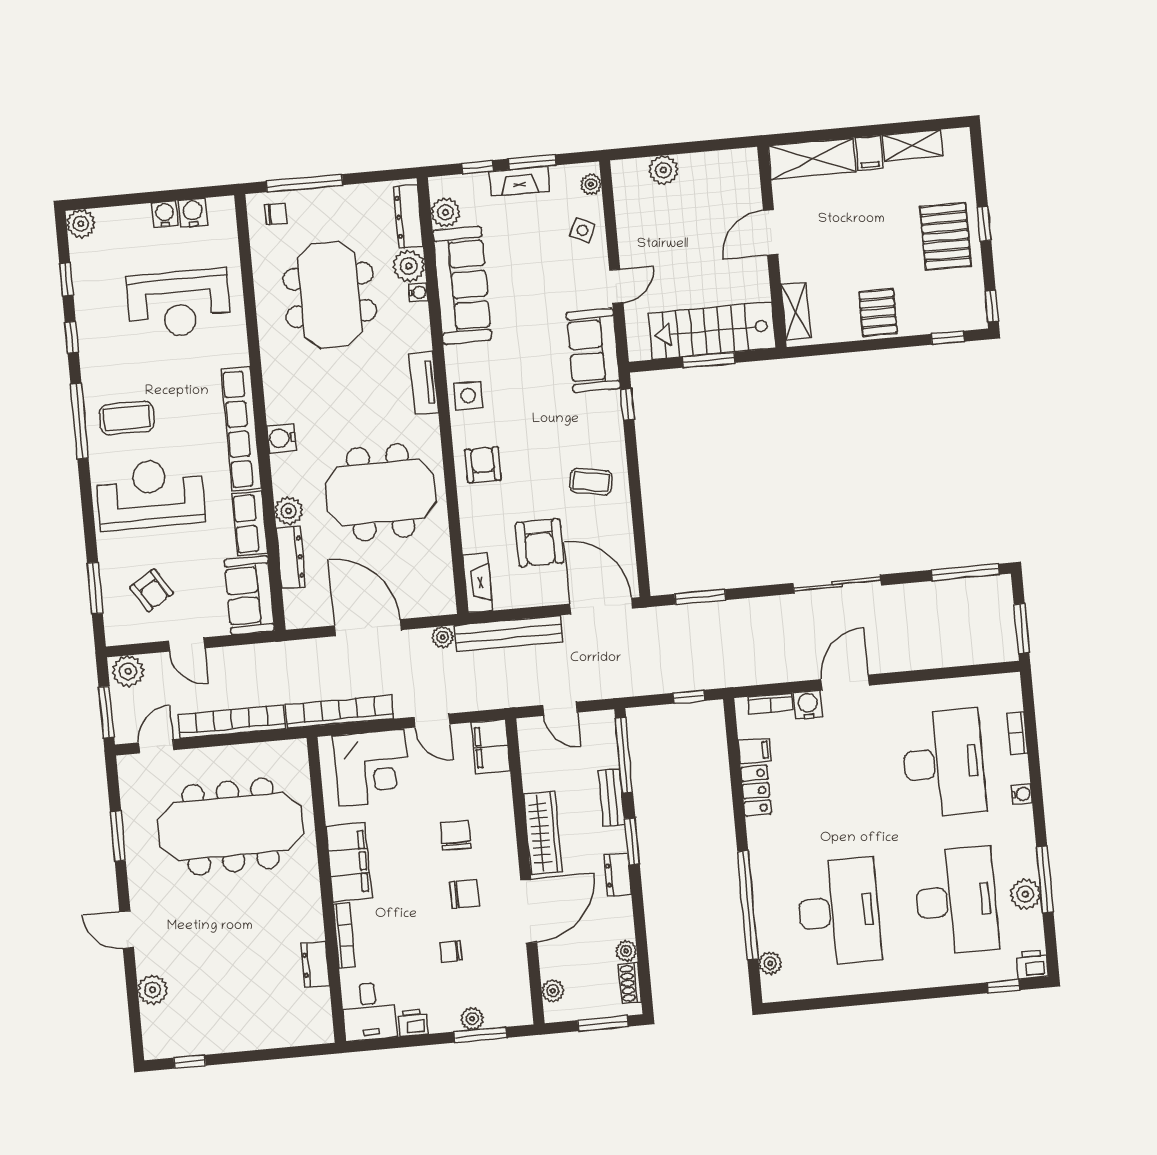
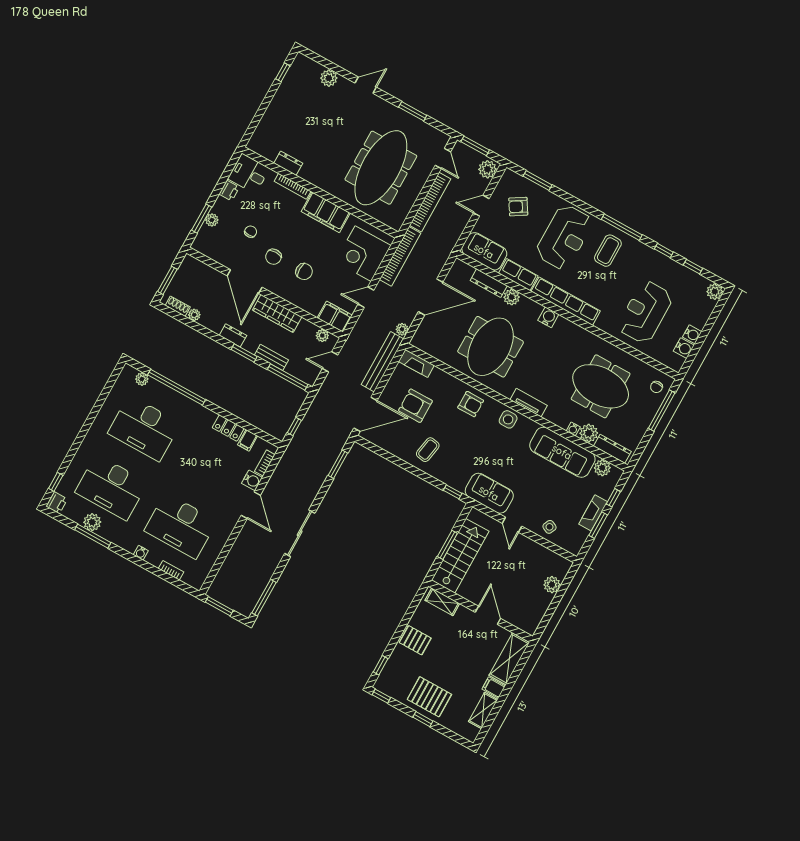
plant: (591, 184) -> (569, 546), removed
plant: (553, 991) -> (322, 336), moved

